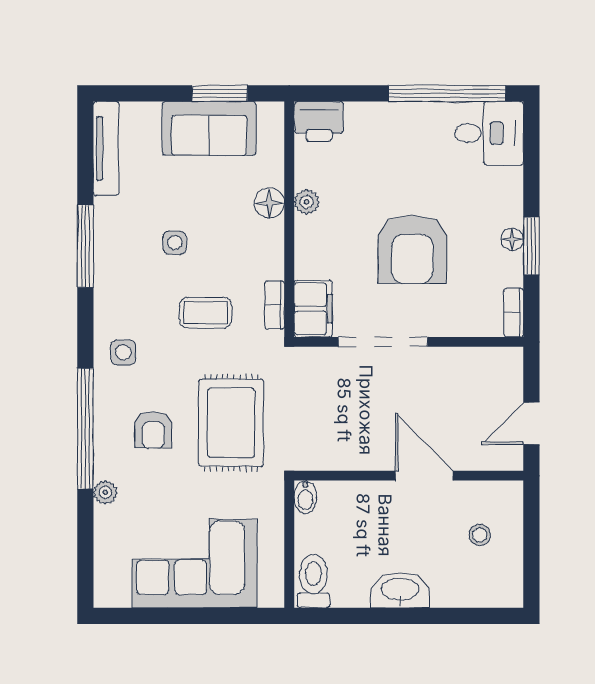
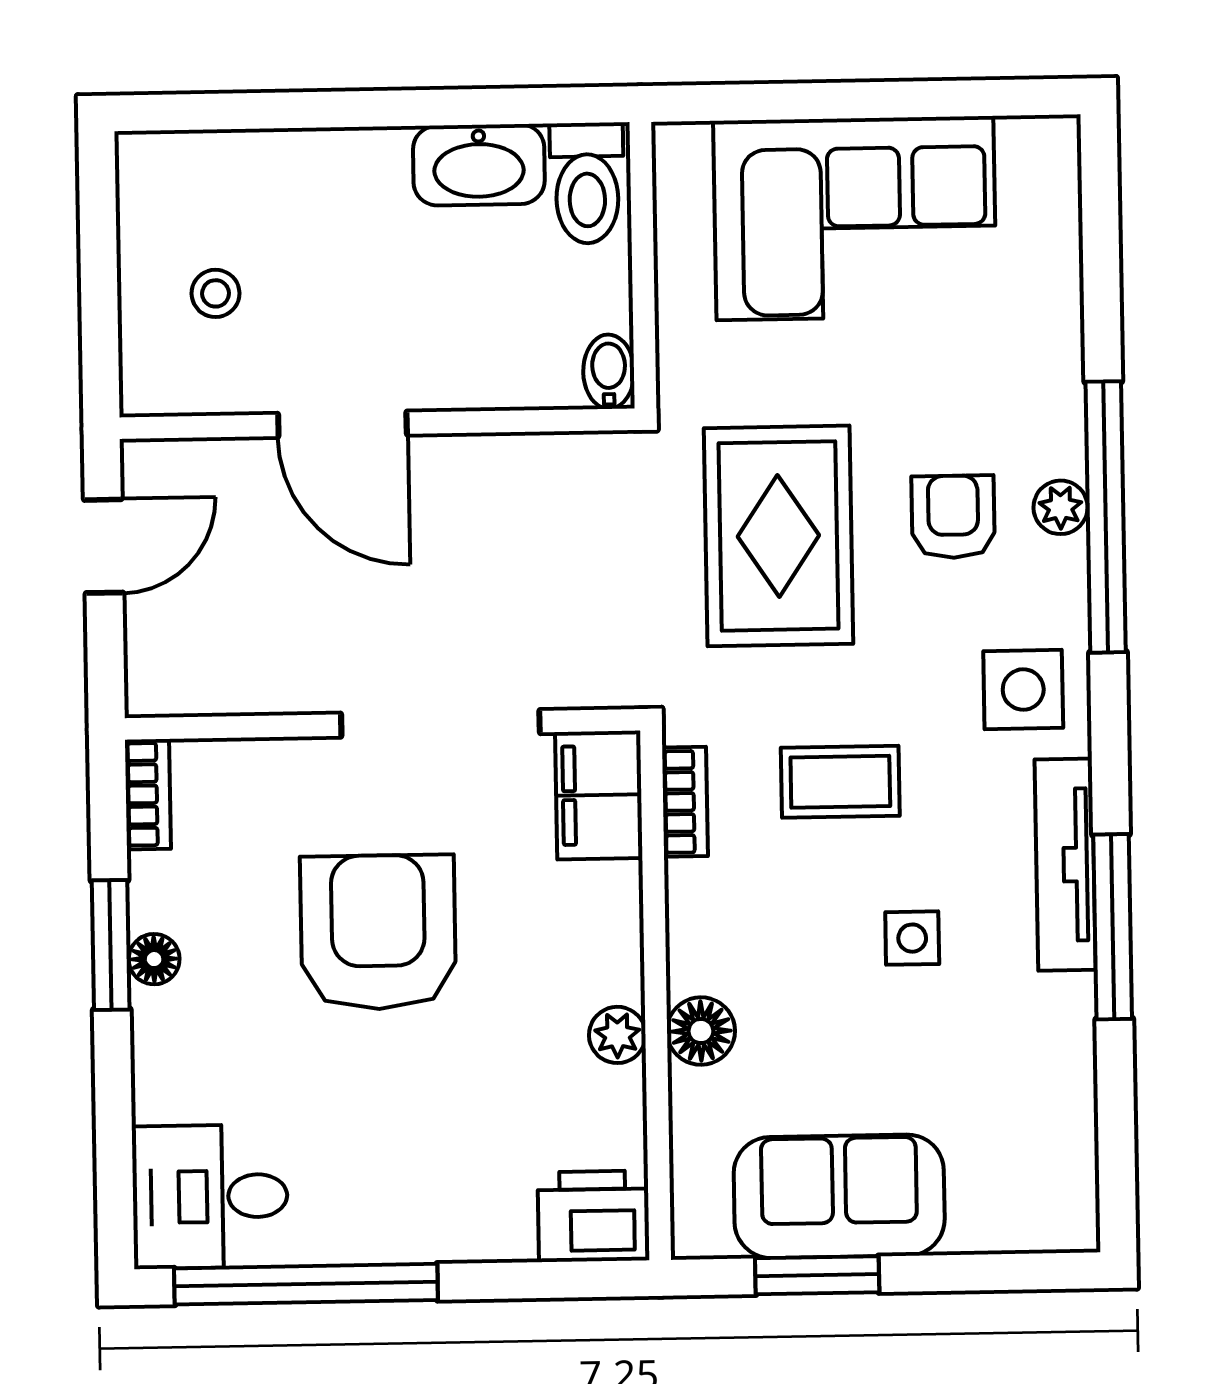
tv unit: (106, 148) -> (1065, 865), moved
side table: (123, 352) -> (1023, 690), width x1.37, depth x1.37
plant: (105, 492) -> (1061, 507), moved
washbasin: (400, 590) -> (479, 165), moved

